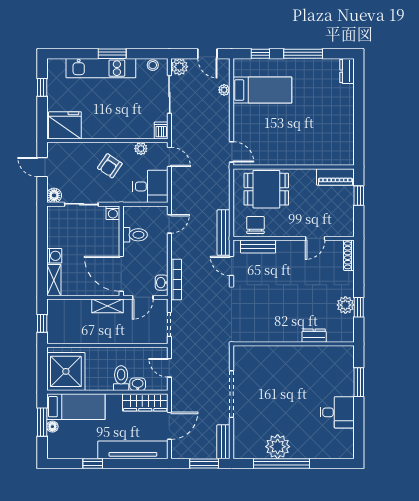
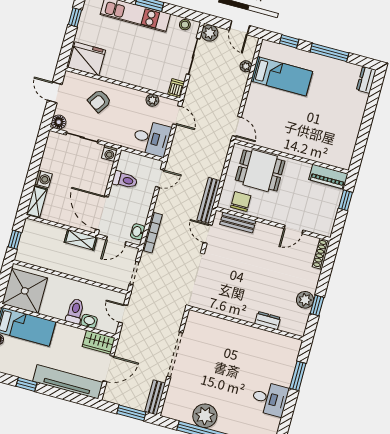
armchair: (110, 166) -> (99, 101), moved
wardrobe: (145, 402) -> (99, 342), width x0.67

